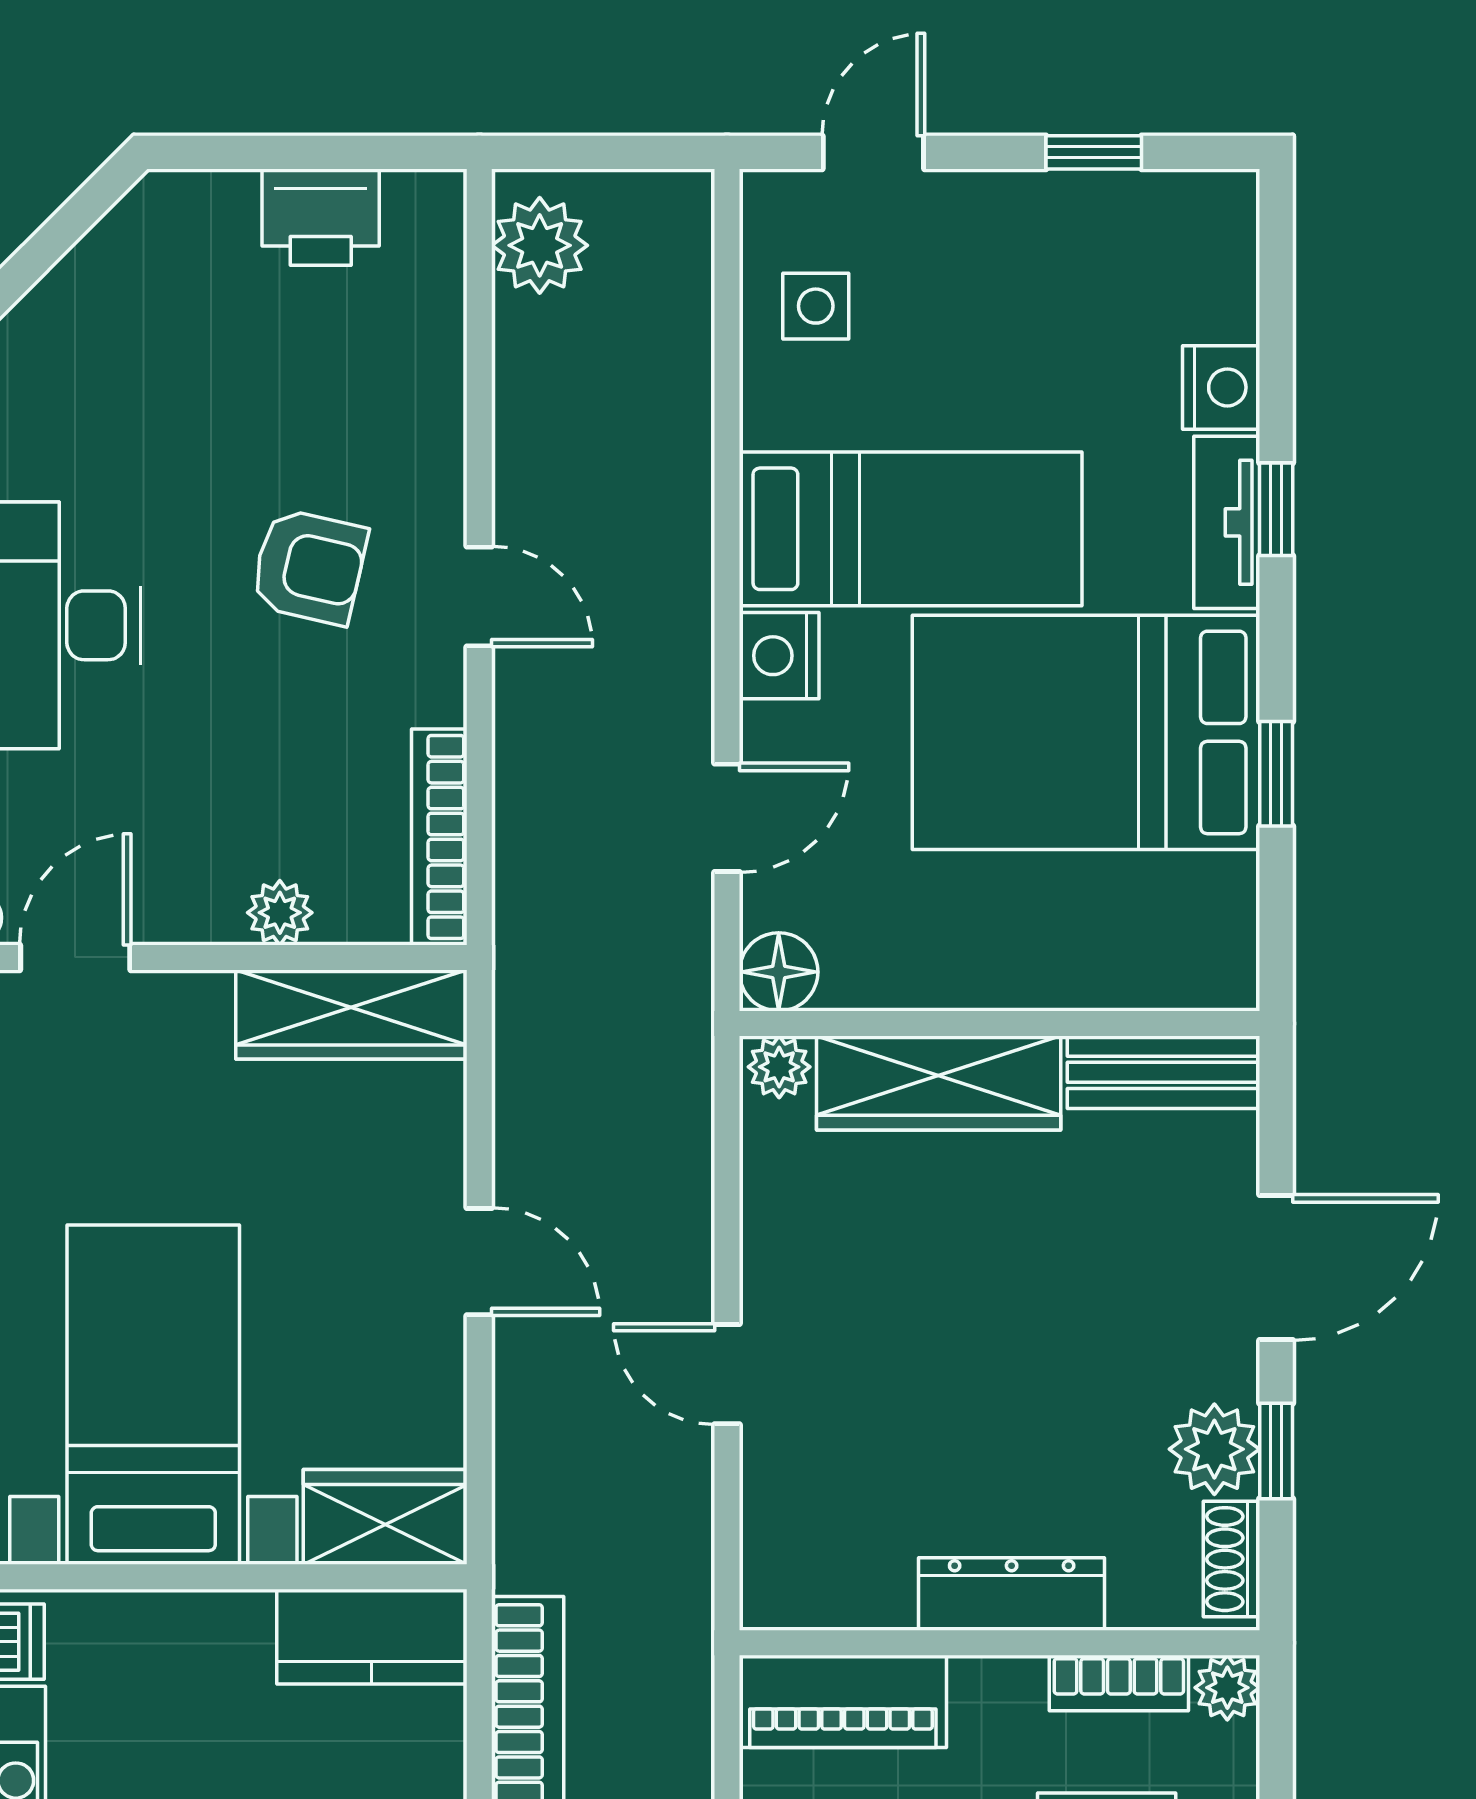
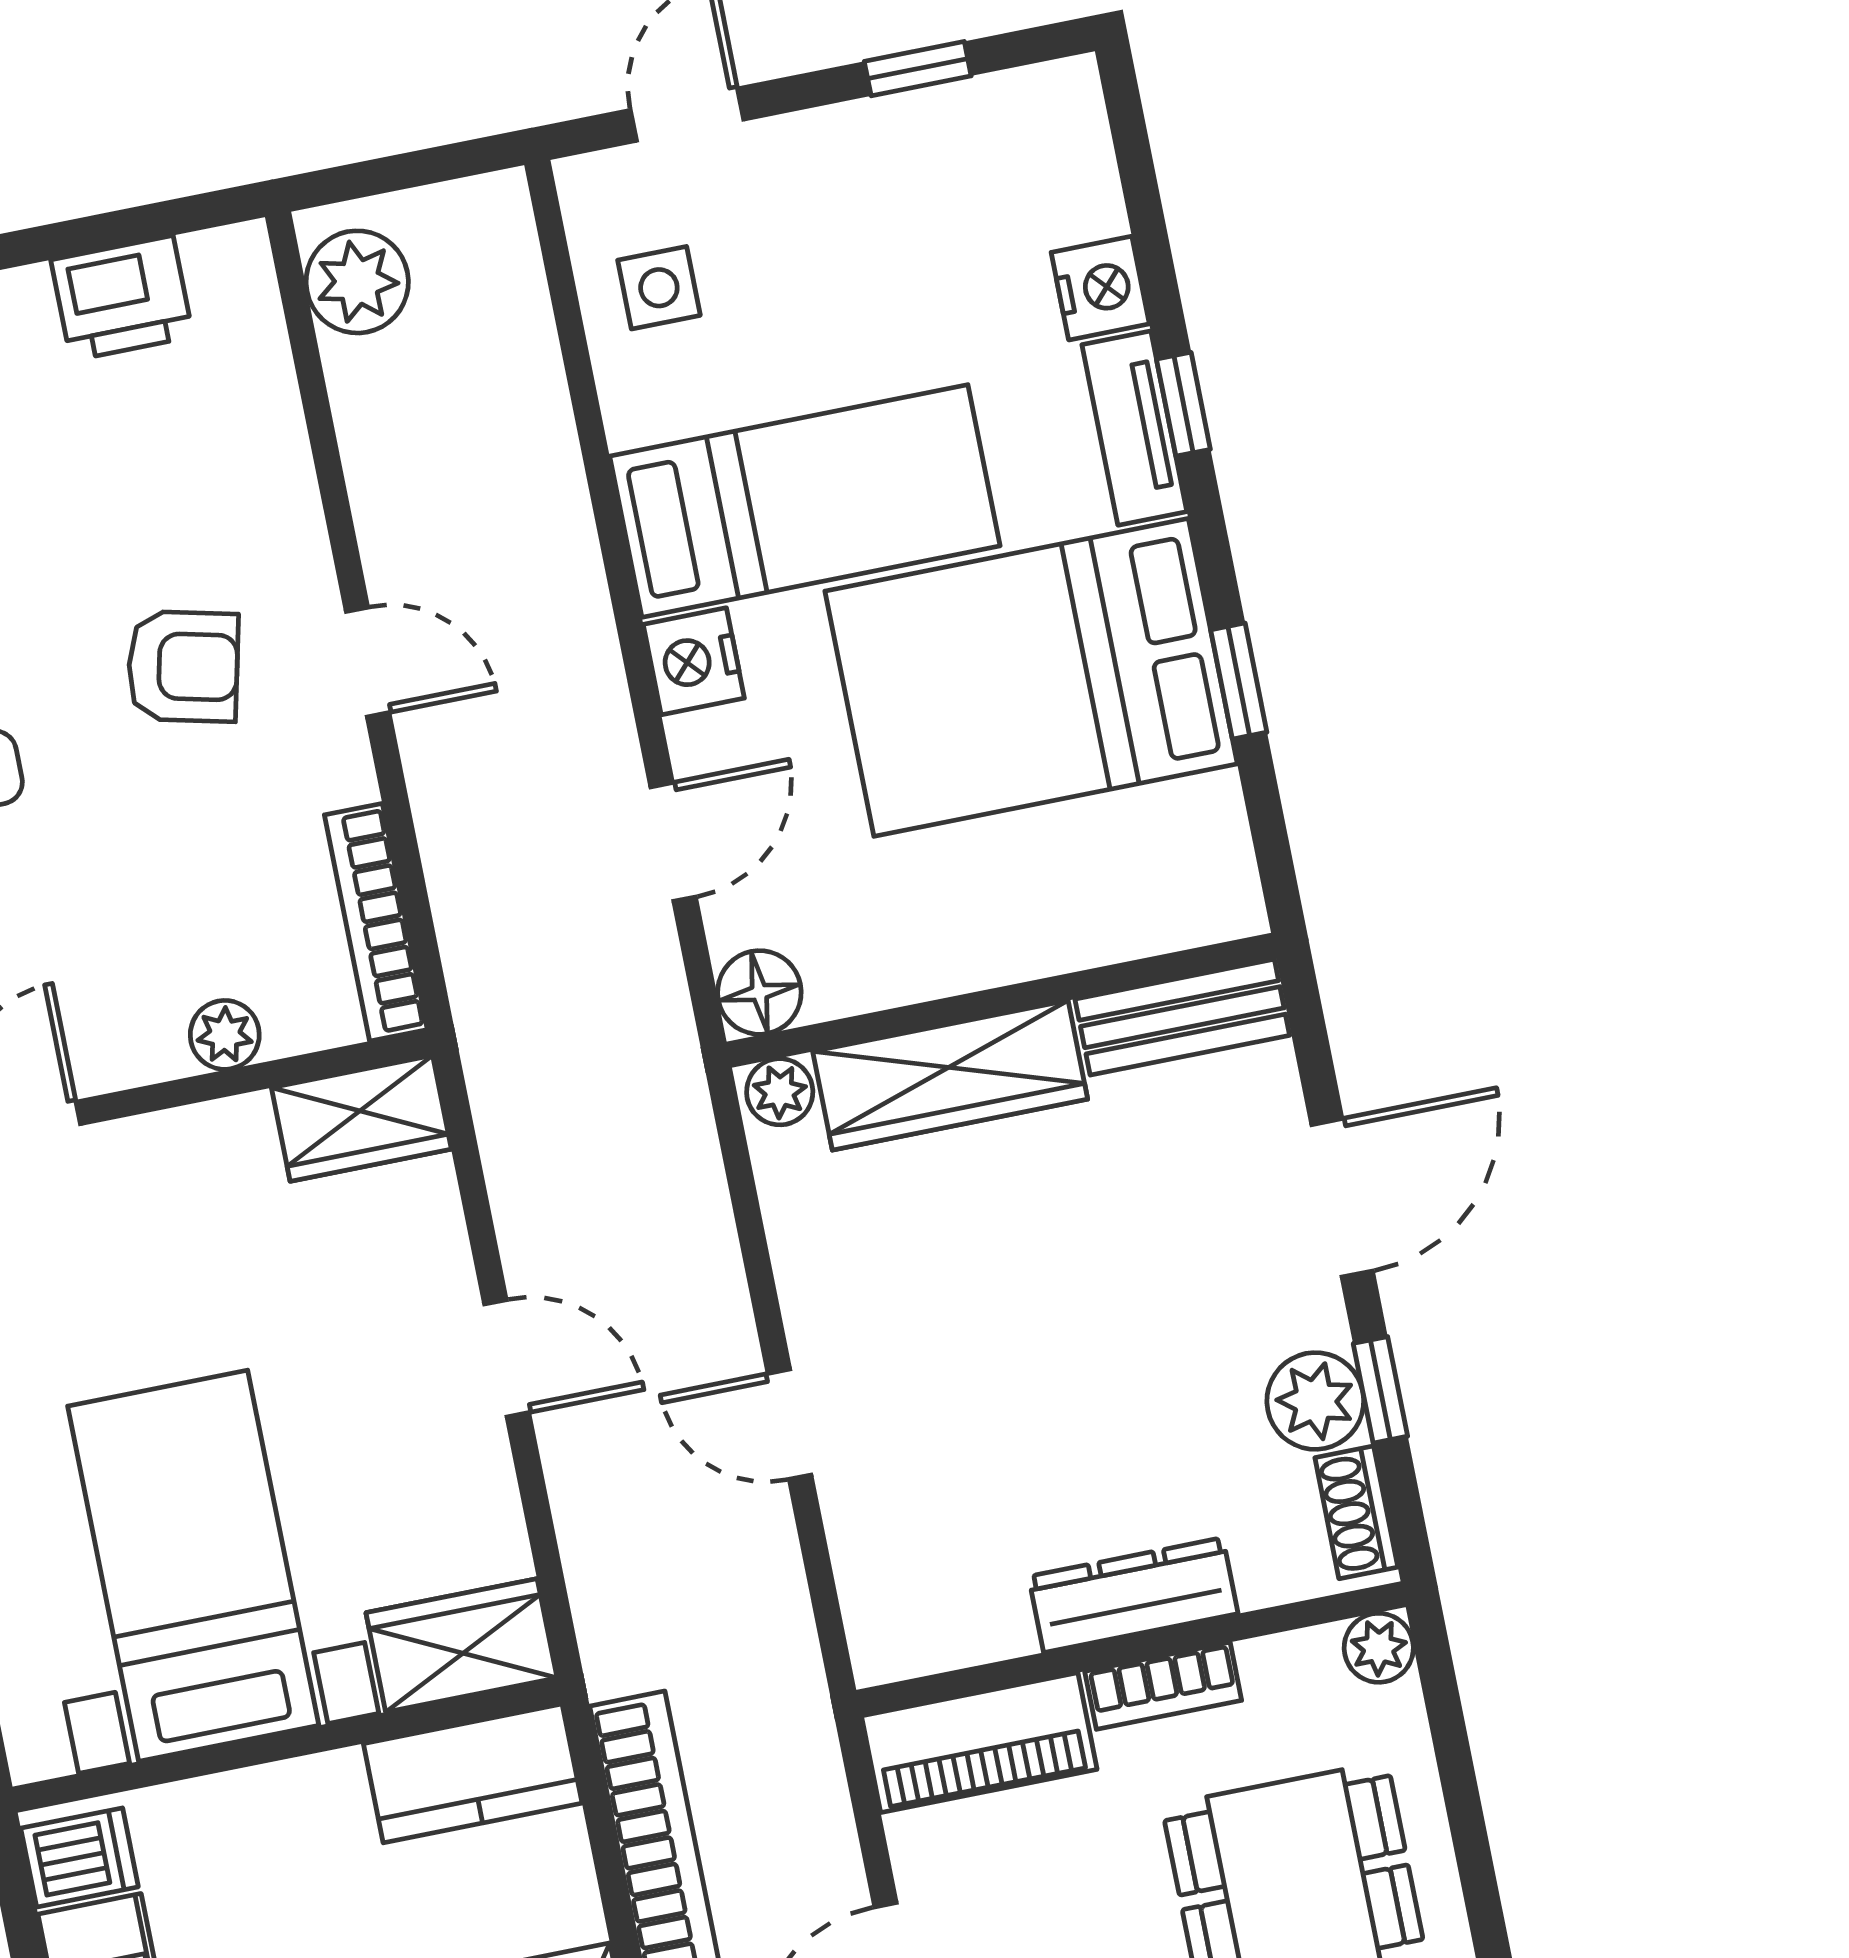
wardrobe: (351, 1015) -> (361, 1118), width x0.67
bookcase: (1119, 1683) -> (1163, 1686), moved

